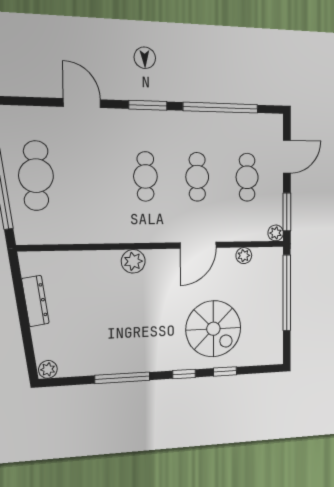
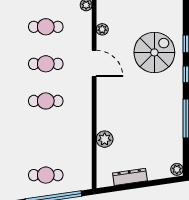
cafe table: (36, 176) -> (46, 175), width x0.73, depth x0.74
plant: (133, 261) -> (105, 139), moved

